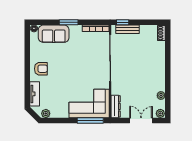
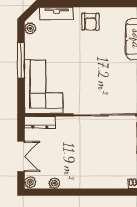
window: (90, 120) -> (21, 60), moved

